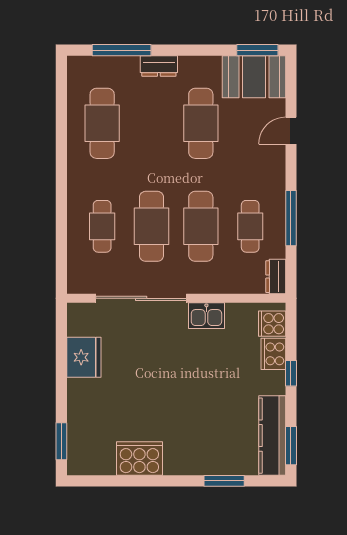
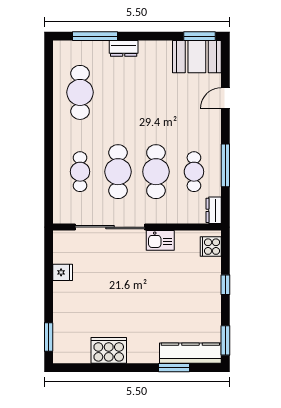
cafe table: (201, 123) -> (156, 92), removed
cooker: (273, 354) -> (212, 270), removed
fridge: (84, 357) -> (63, 272), width x0.53, depth x0.75
kitchen counter: (272, 436) -> (190, 353), moved, turned 90

